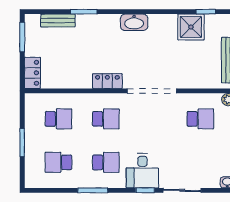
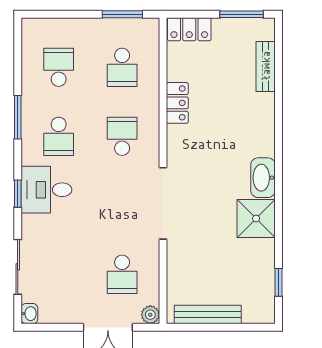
window: (84, 12) -> (279, 104), removed
shower: (191, 27) -> (256, 219), moved
locker: (107, 81) -> (177, 103), moved
school desk: (106, 119) -> (122, 136), turned 180
window: (22, 143) -> (122, 14), moved
sliding door: (182, 190) -> (18, 267), moved

